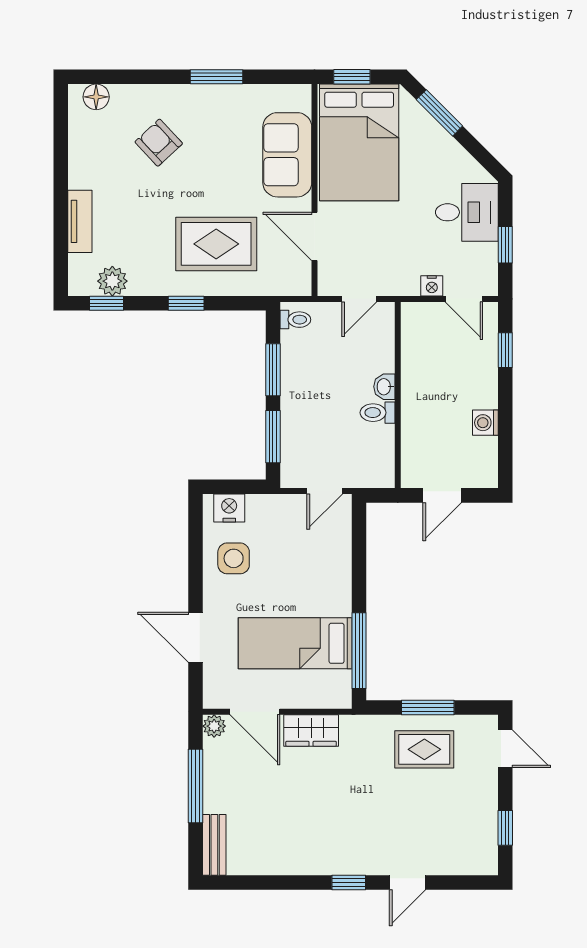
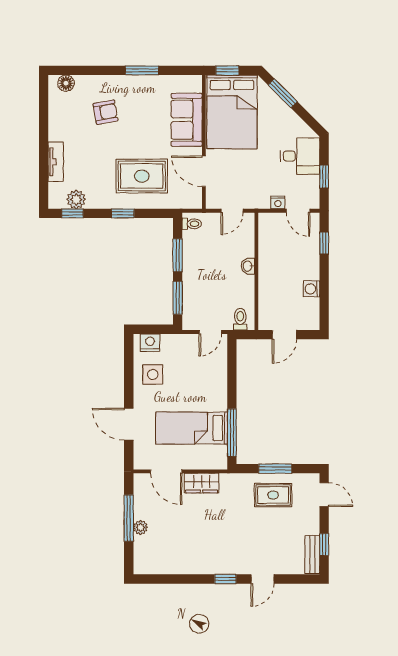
armchair: (159, 143) -> (105, 112), turned 123
toilet: (378, 413) -> (240, 319), moved, turned 90
plant: (214, 726) -> (140, 527), moved
bench: (214, 845) -> (312, 555), moved

